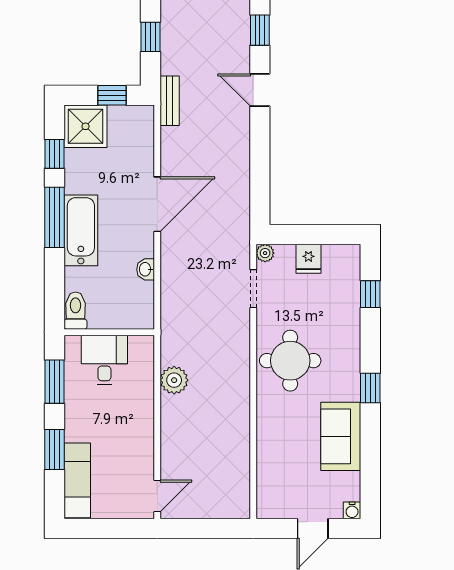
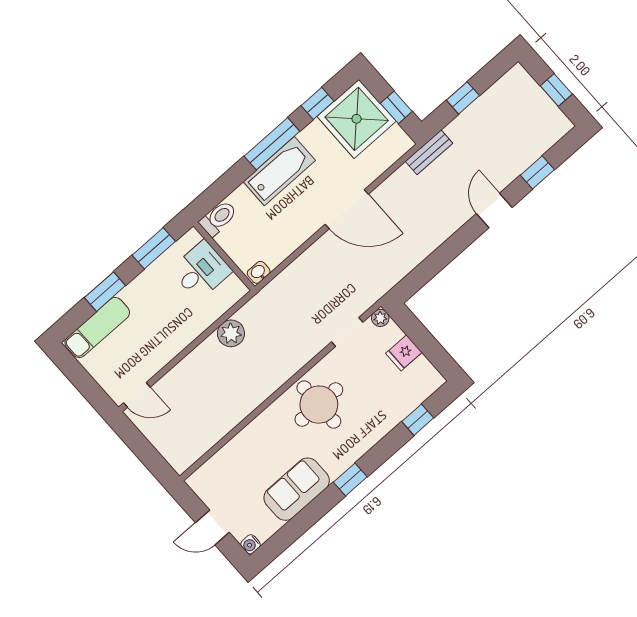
shower: (86, 126) -> (357, 119), width x1.37, depth x1.37
washbasin: (146, 269) -> (259, 272), moved

